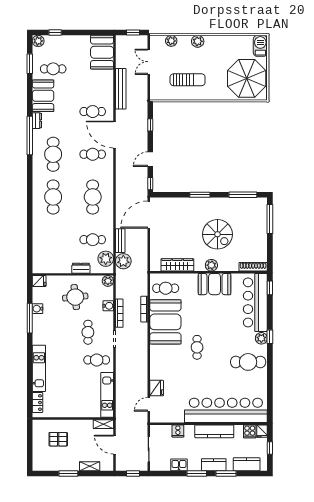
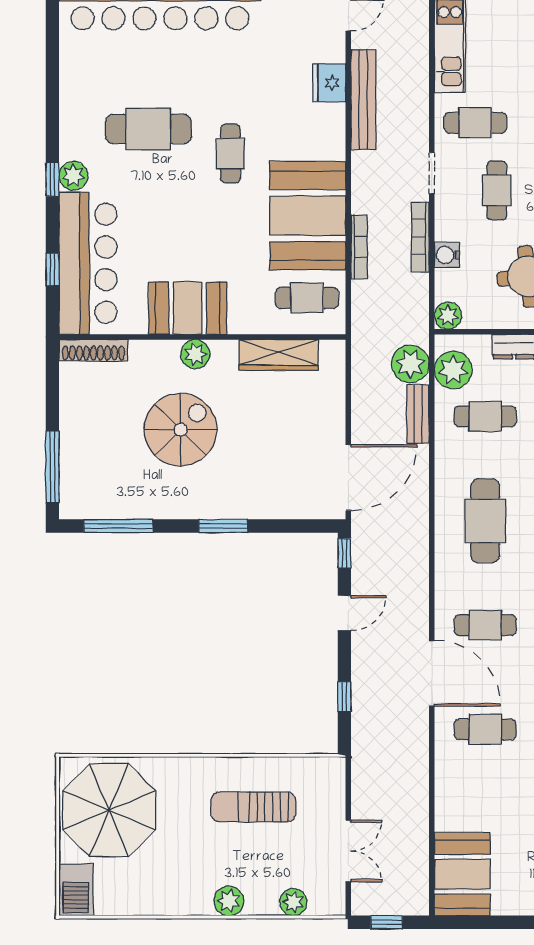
bench: (121, 89) -> (363, 100), moved
spiral stairs: (217, 234) -> (180, 430), turned 90
window: (270, 288) -> (52, 270), moved
cafe table: (248, 362) -> (148, 129), moved
fridge: (157, 388) -> (329, 83), moved

